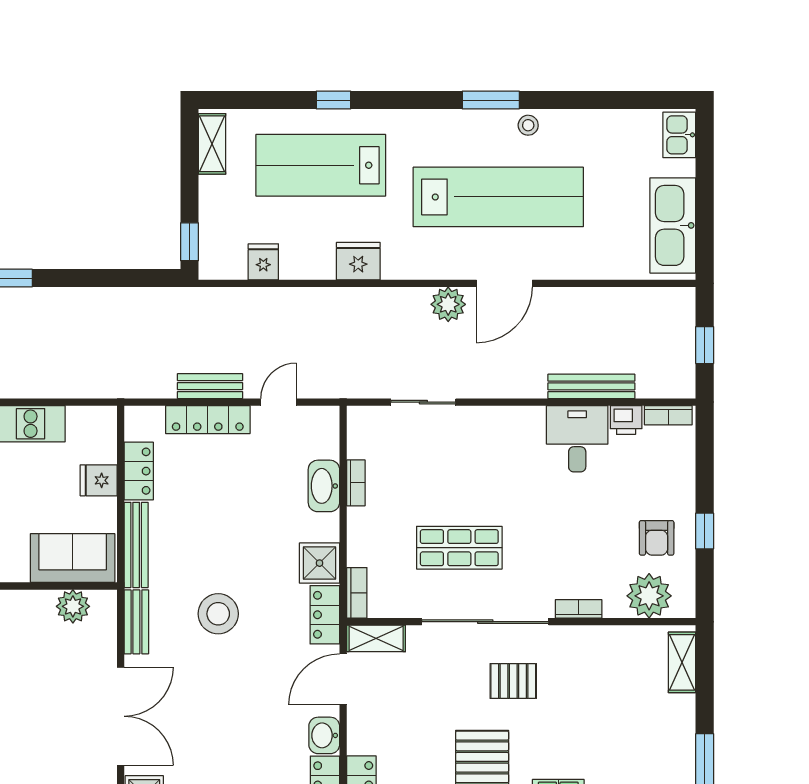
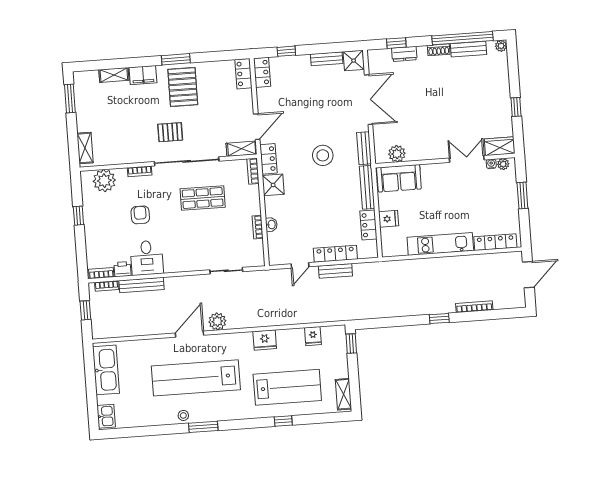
bookcase: (660, 389) -> (107, 286), added
washbasin: (324, 486) -> (271, 225), width x0.52, depth x0.69
armchair: (657, 538) -> (140, 215), moved
double door: (121, 716) -> (369, 100), swing flipped
washbasin: (324, 735) -> (264, 97), removed

